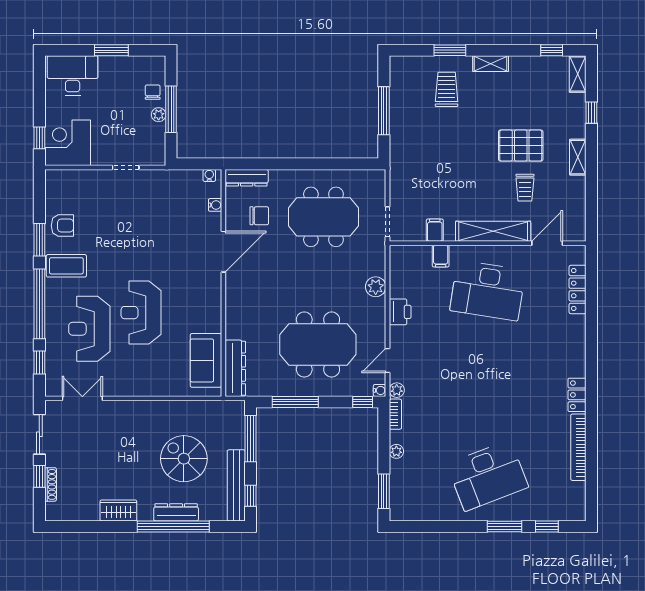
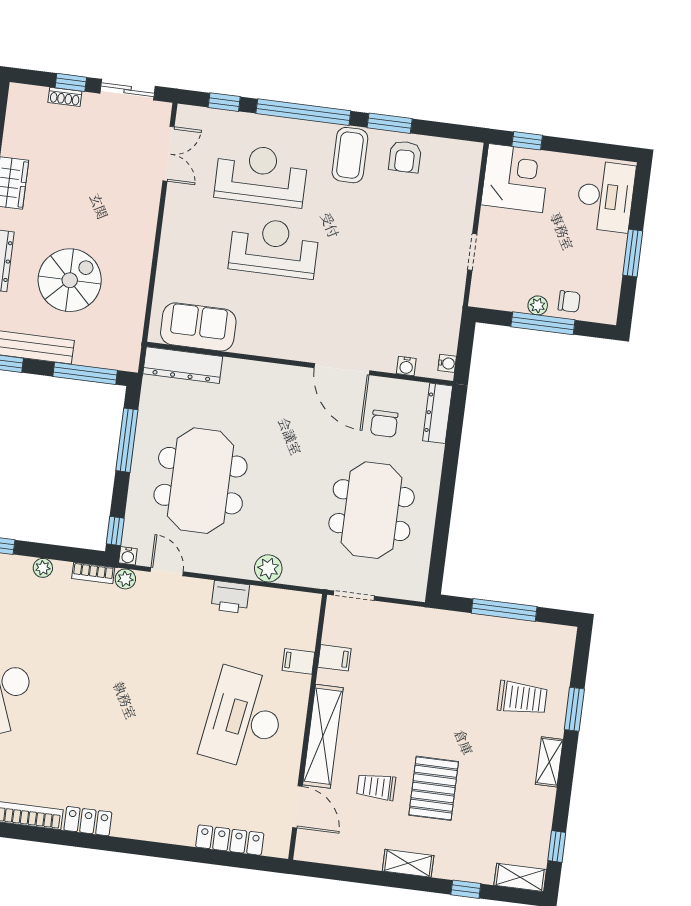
shoe rack: (51, 484) -> (65, 97), width x0.70

